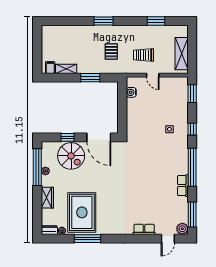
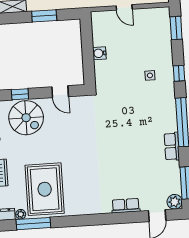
water cooler: (131, 92) -> (99, 53), moved
door: (99, 137) -> (60, 92), width x0.53
window: (87, 239) -> (33, 224), moved

